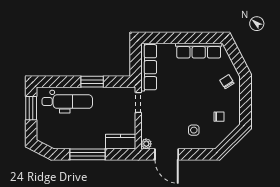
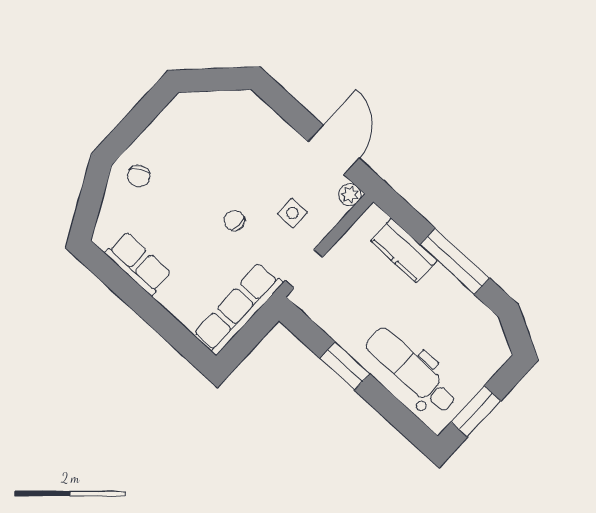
row of seats: (199, 51) -> (138, 263), width x0.68
chair: (219, 117) -> (234, 221), moved
side table: (194, 130) -> (293, 213), moved
kitchen counter: (121, 142) -> (404, 251), moved

